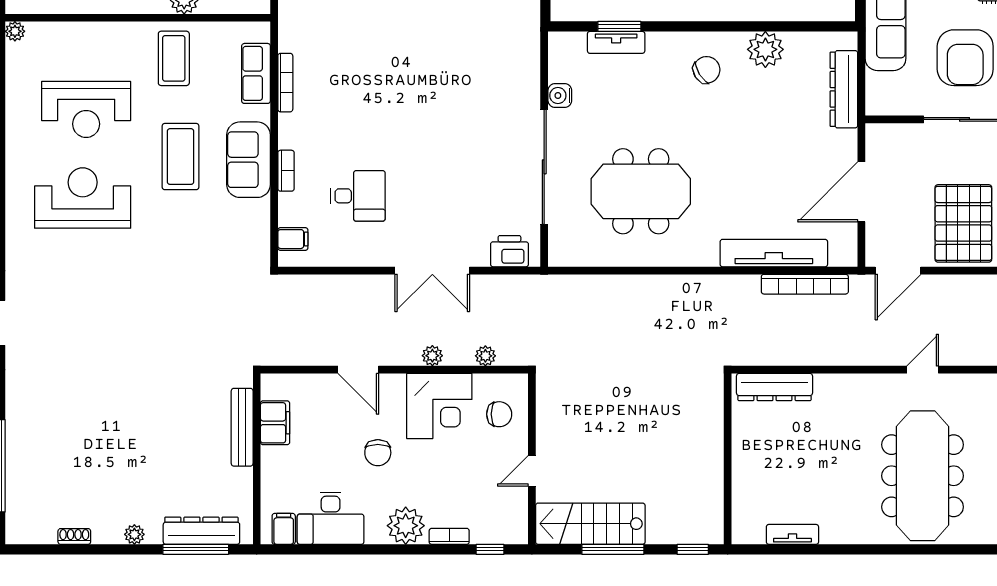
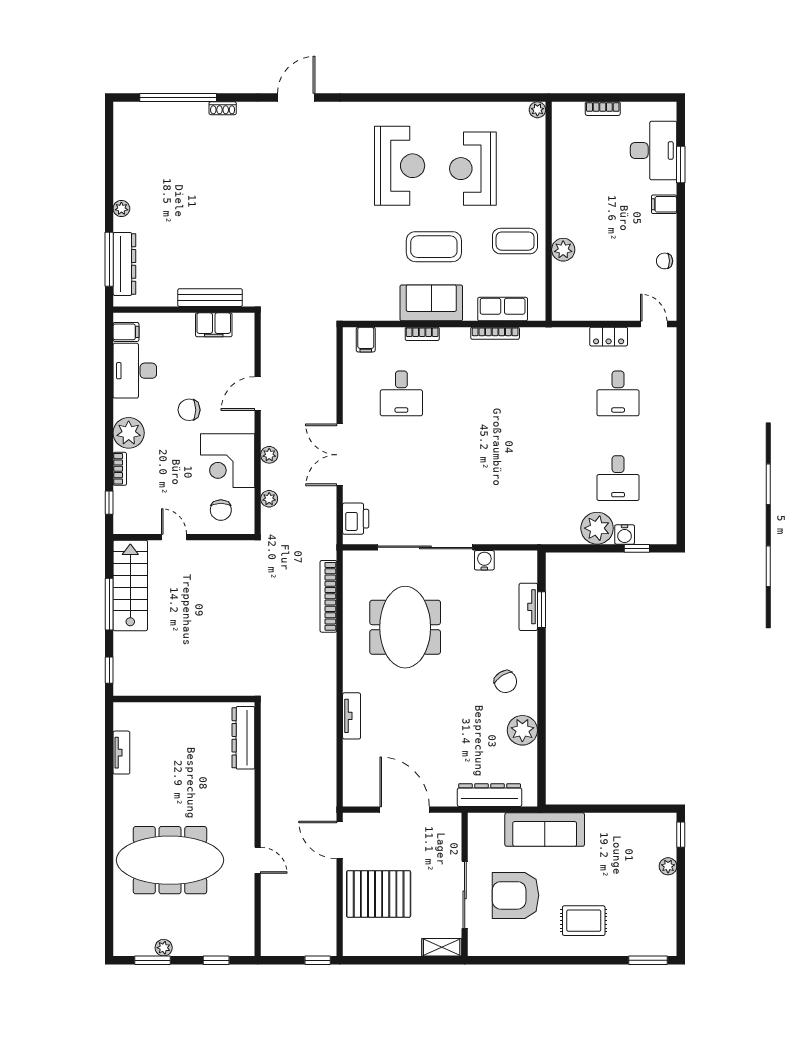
tv unit: (774, 253) -> (352, 716), width x0.52, depth x0.78
bookcase: (805, 284) -> (328, 596), moved
shoe rack: (74, 536) -> (223, 108), moved, turned 90

